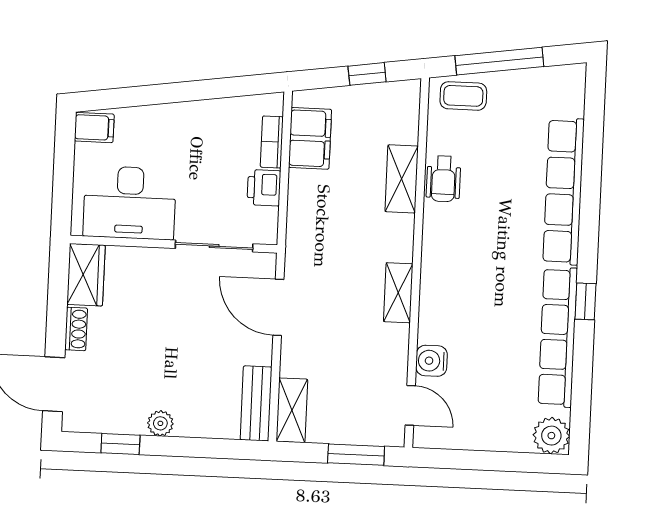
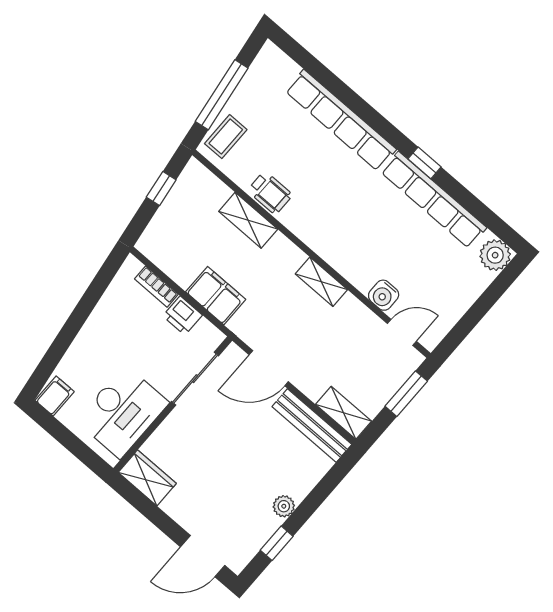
filing cabinet: (310, 138) -> (216, 296), moved
shoe rack: (76, 329) -> (178, 513), removed
bench: (256, 403) -> (312, 425), width x1.36

